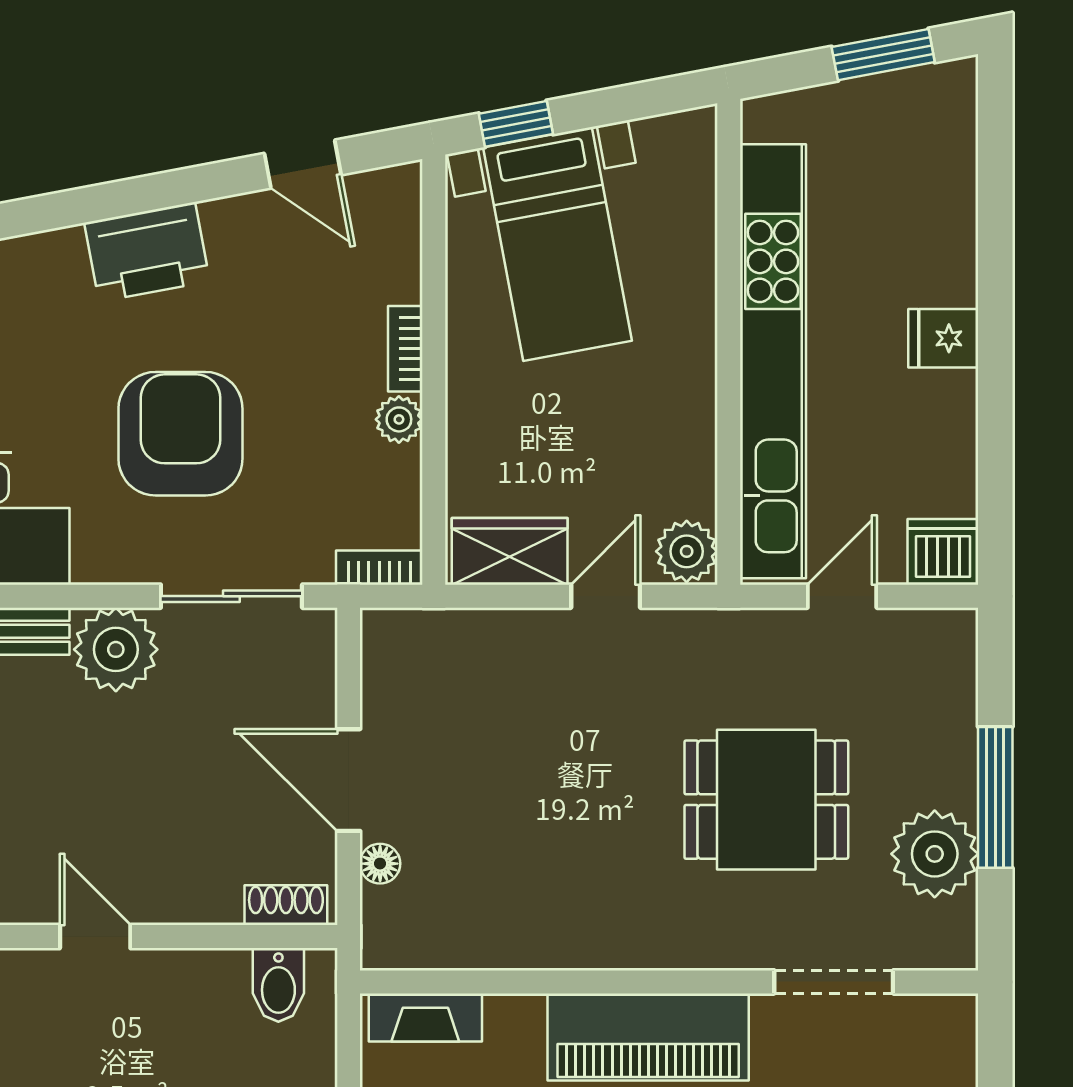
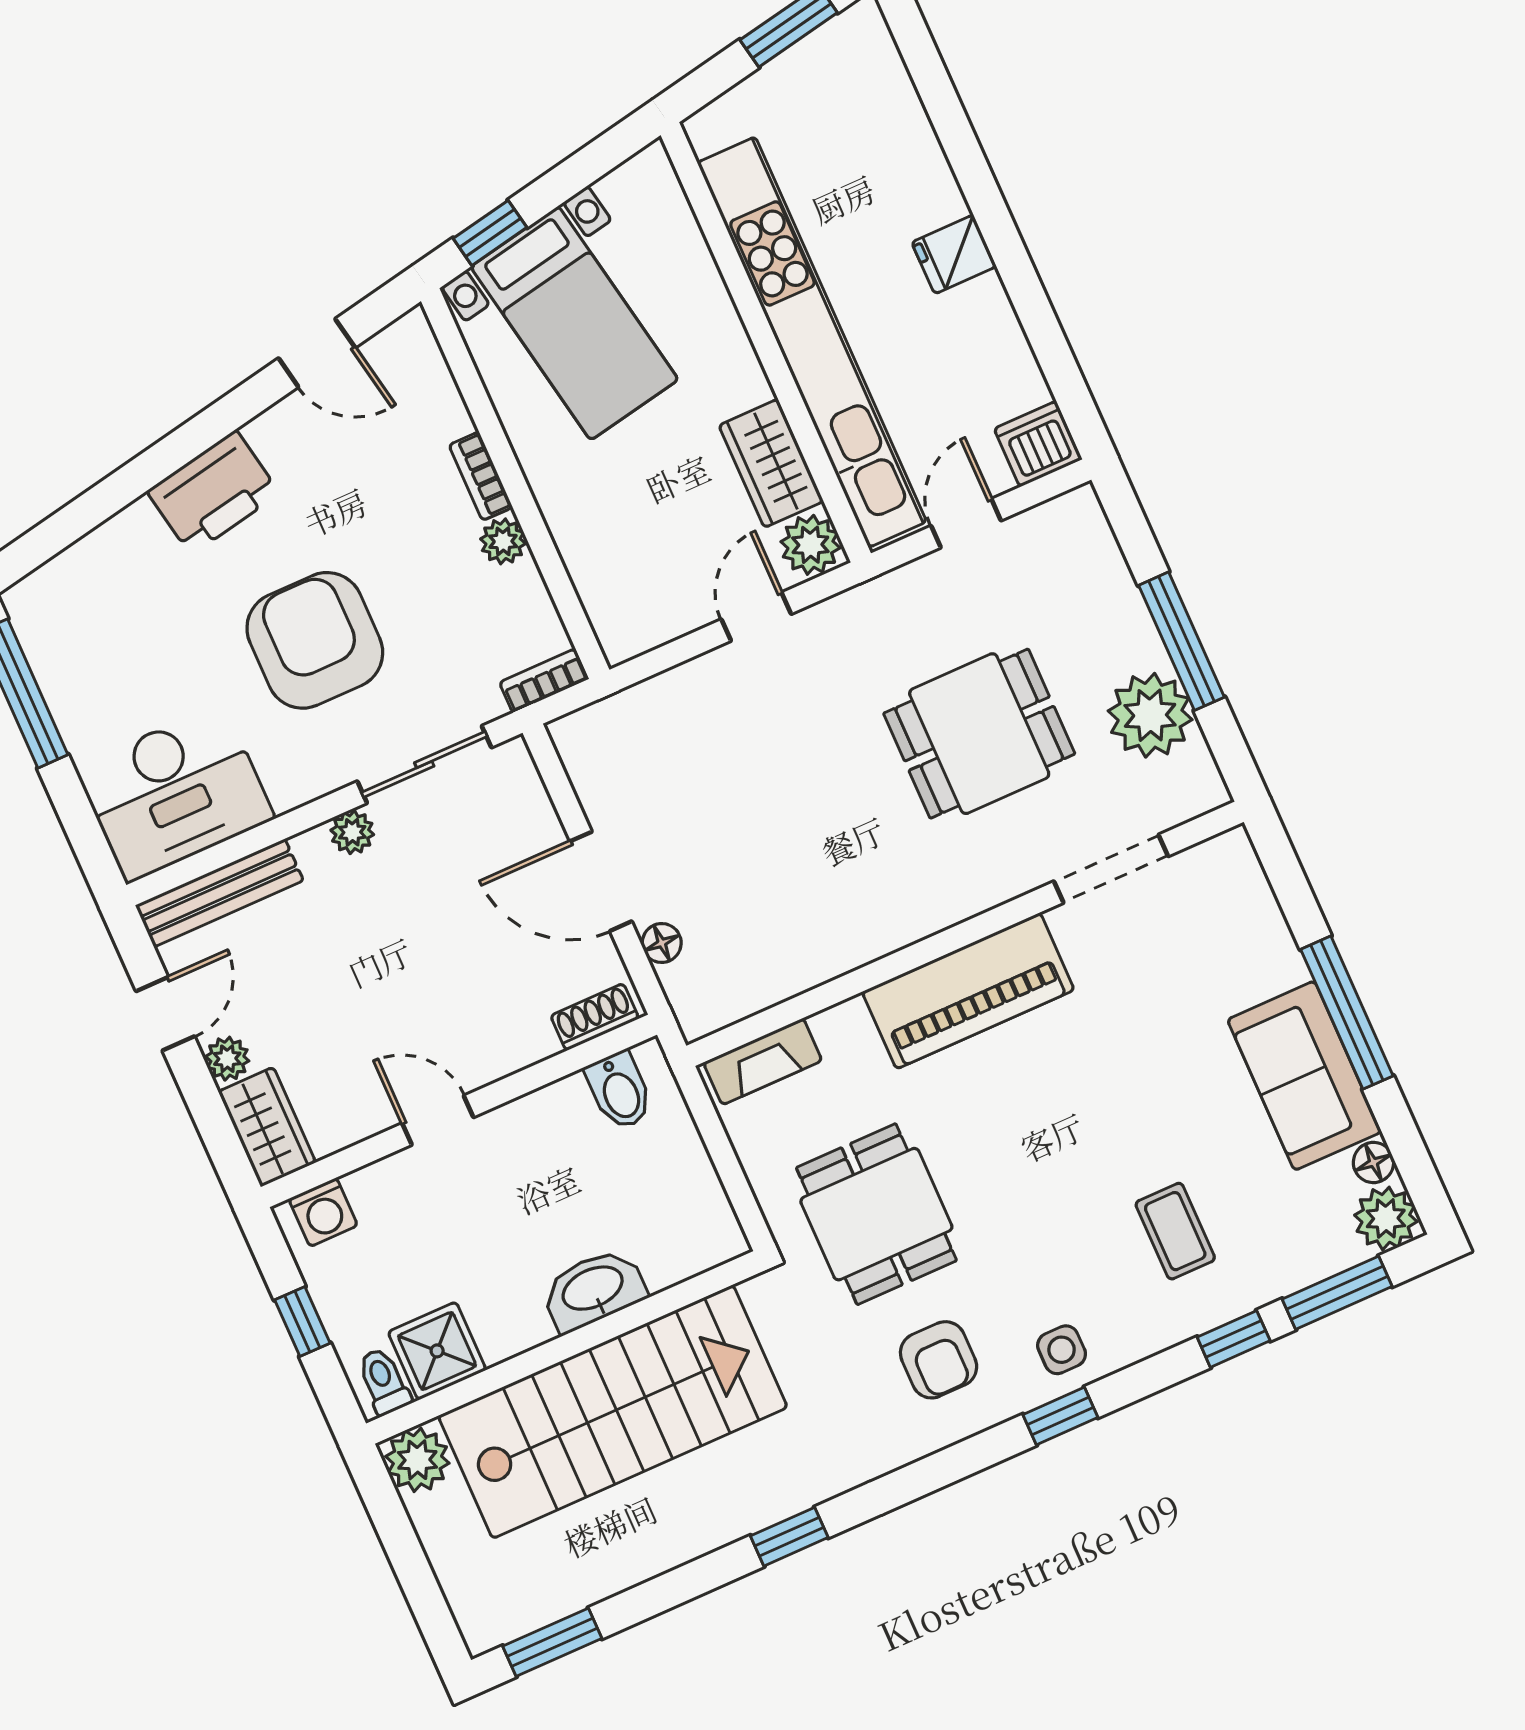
wardrobe: (510, 551) -> (771, 463), moved, turned -90
plant: (116, 649) -> (352, 832), width x0.53, depth x0.53

